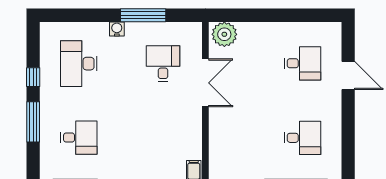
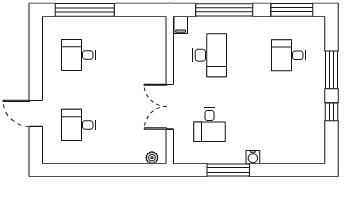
plant: (224, 34) -> (152, 158), width x0.53, depth x0.53
desk: (79, 64) -> (210, 55), moved

